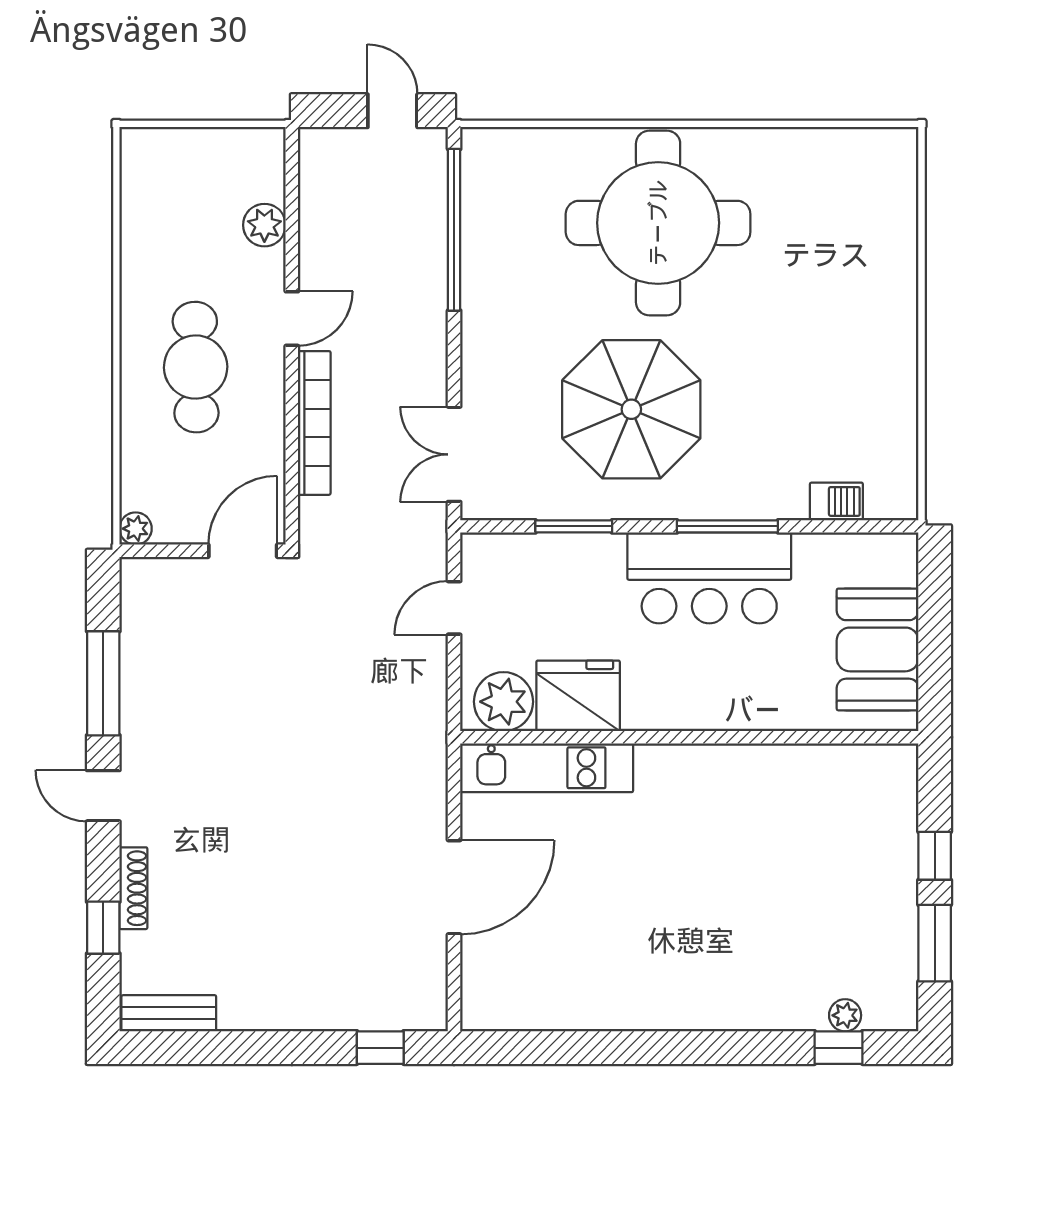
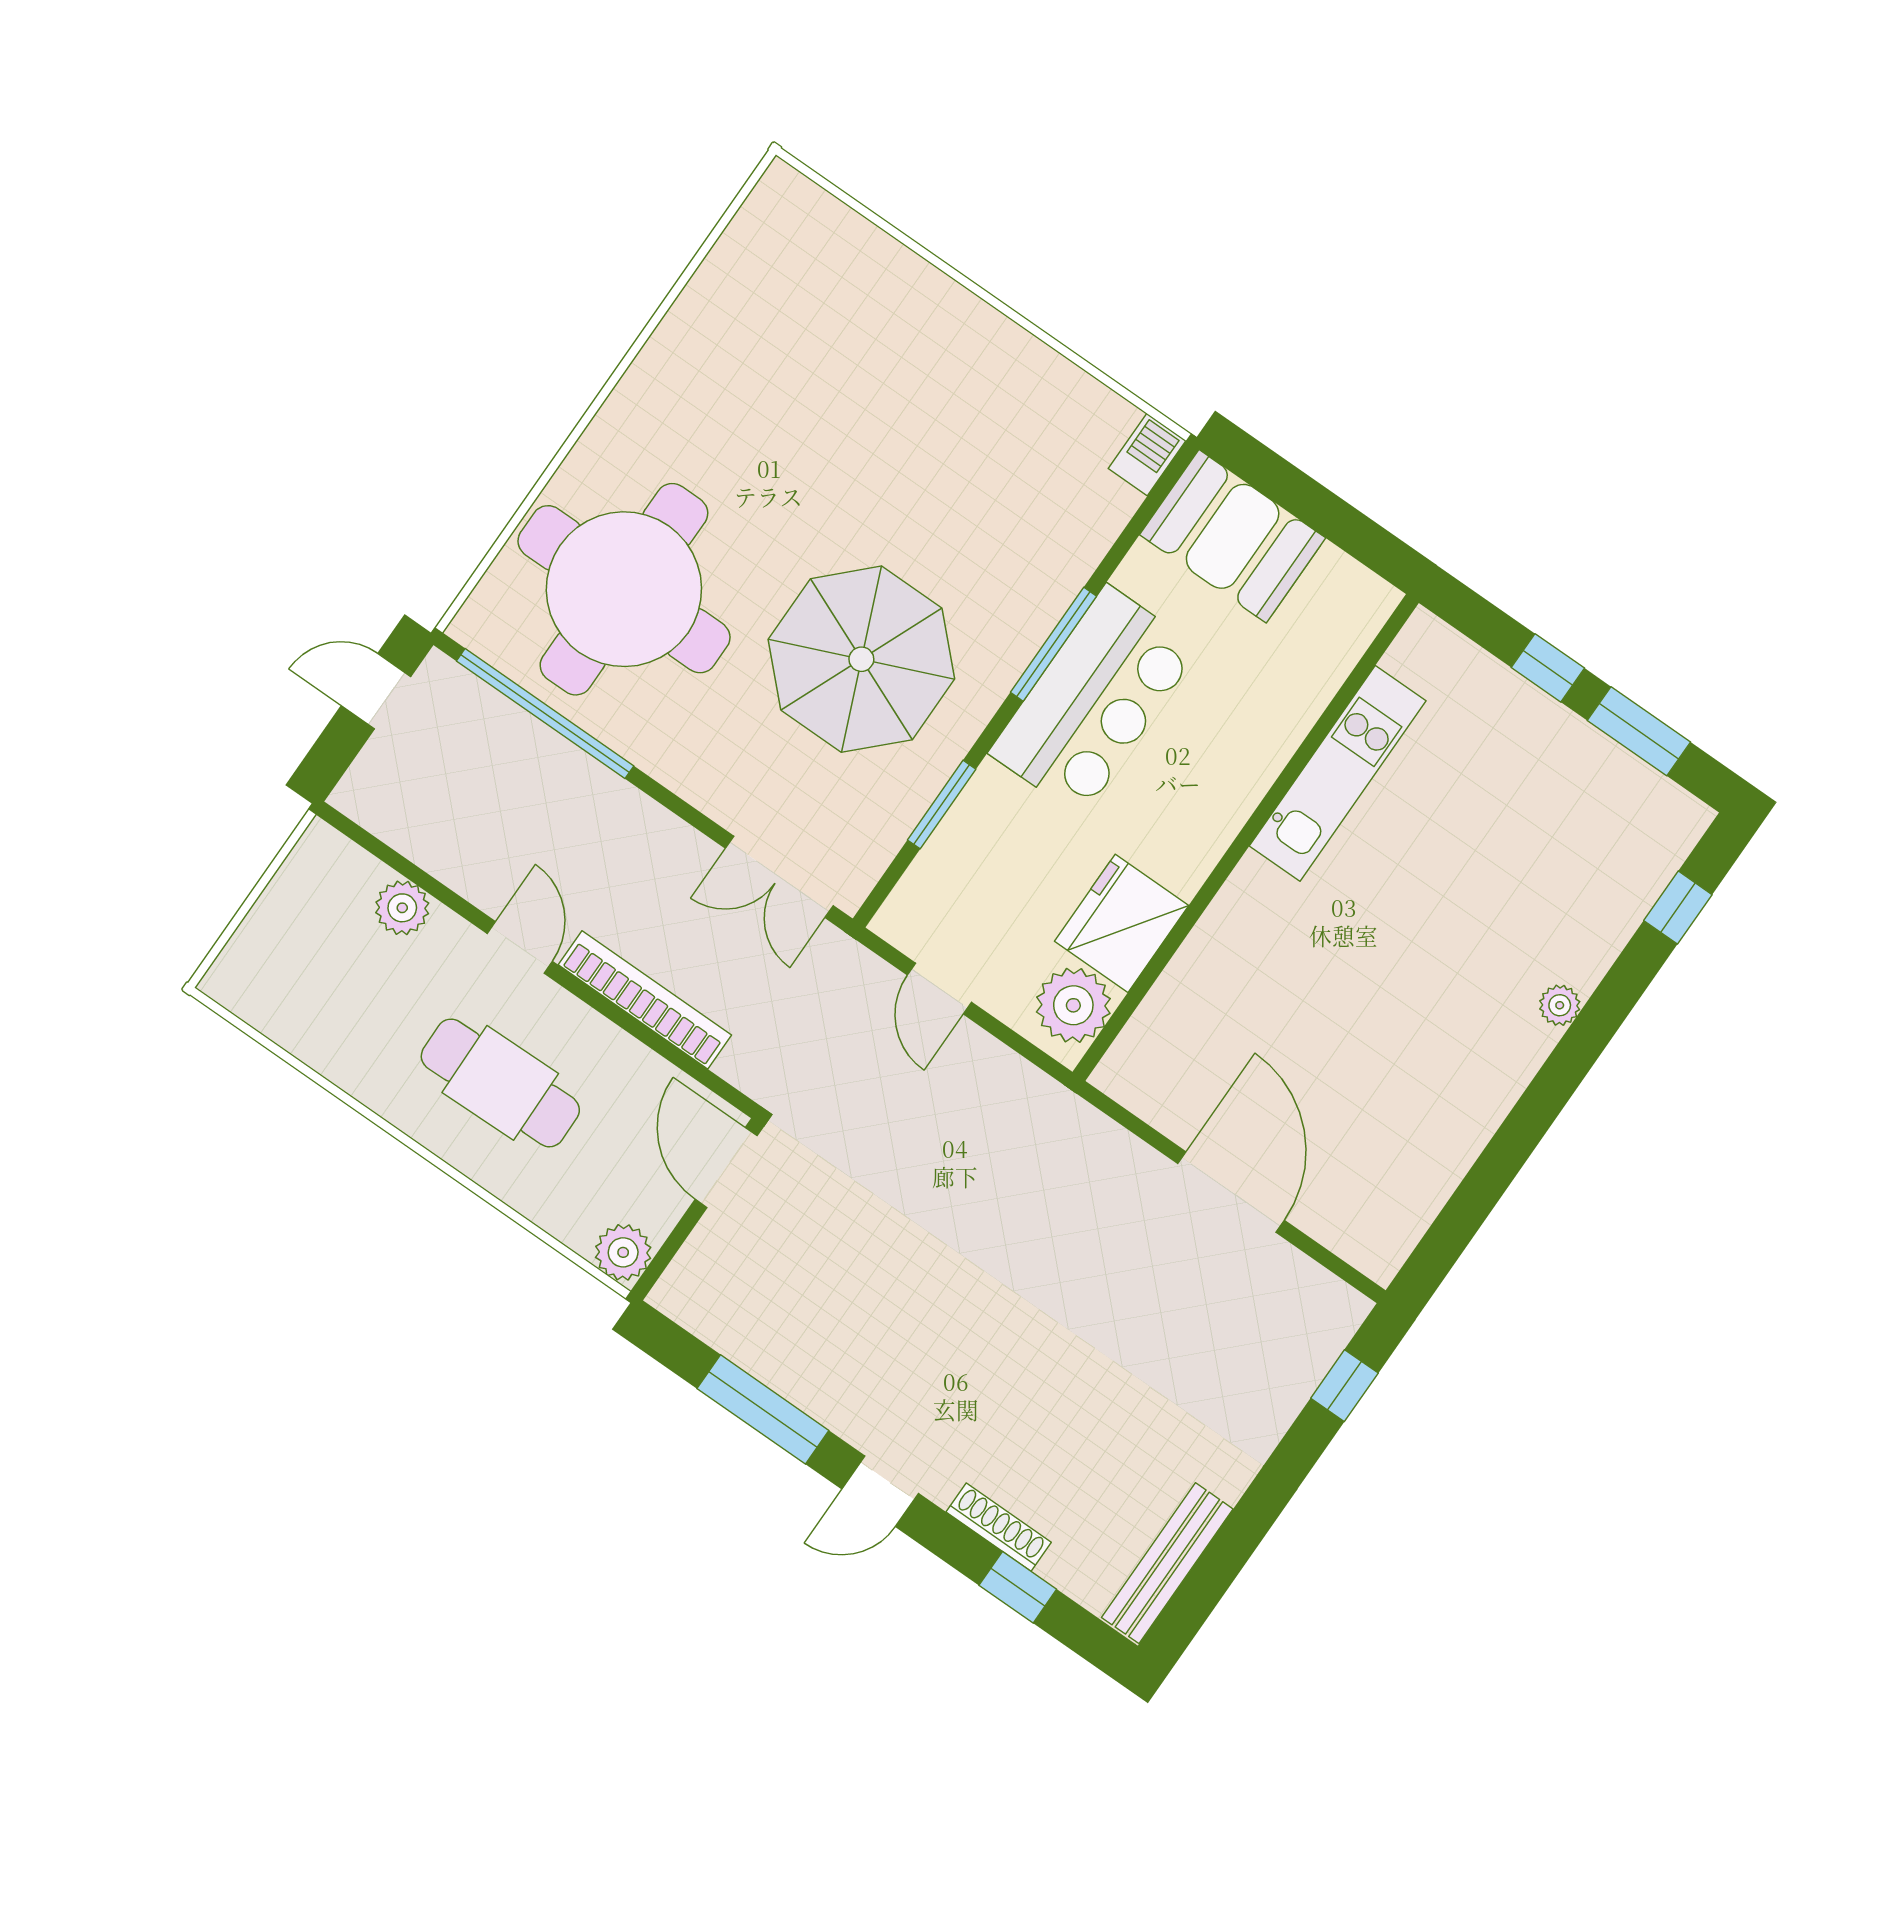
round table: (658, 223) -> (624, 589), moved
barbecue: (836, 501) -> (1147, 455), moved
plant: (136, 529) -> (623, 1252), width x1.38, depth x1.38
booth: (878, 649) -> (1233, 536), moved
kitchen unit: (547, 768) -> (1338, 773), moved
bench: (169, 1013) -> (1167, 1563), width x1.36
plant: (845, 1015) -> (1560, 1005), moved

